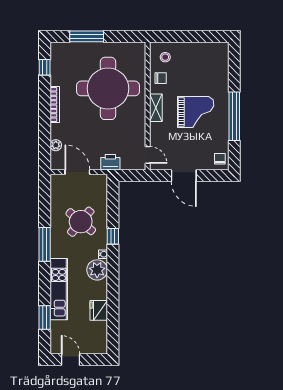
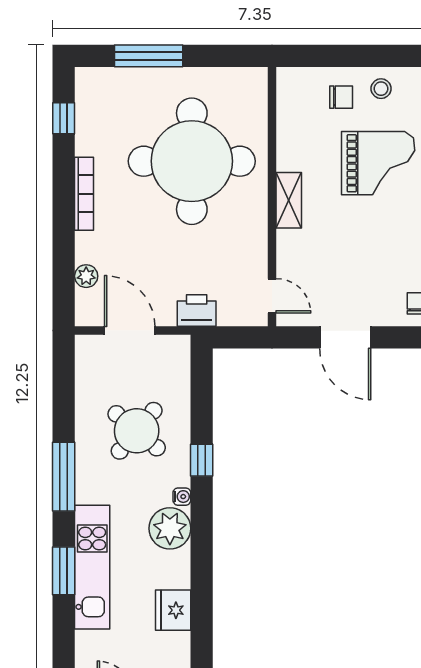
stool: (165, 57) -> (381, 89), moved
chair: (161, 78) -> (341, 97), moved
grand piano: (196, 112) -> (378, 163), moved
window: (45, 317) -> (64, 571), moved

